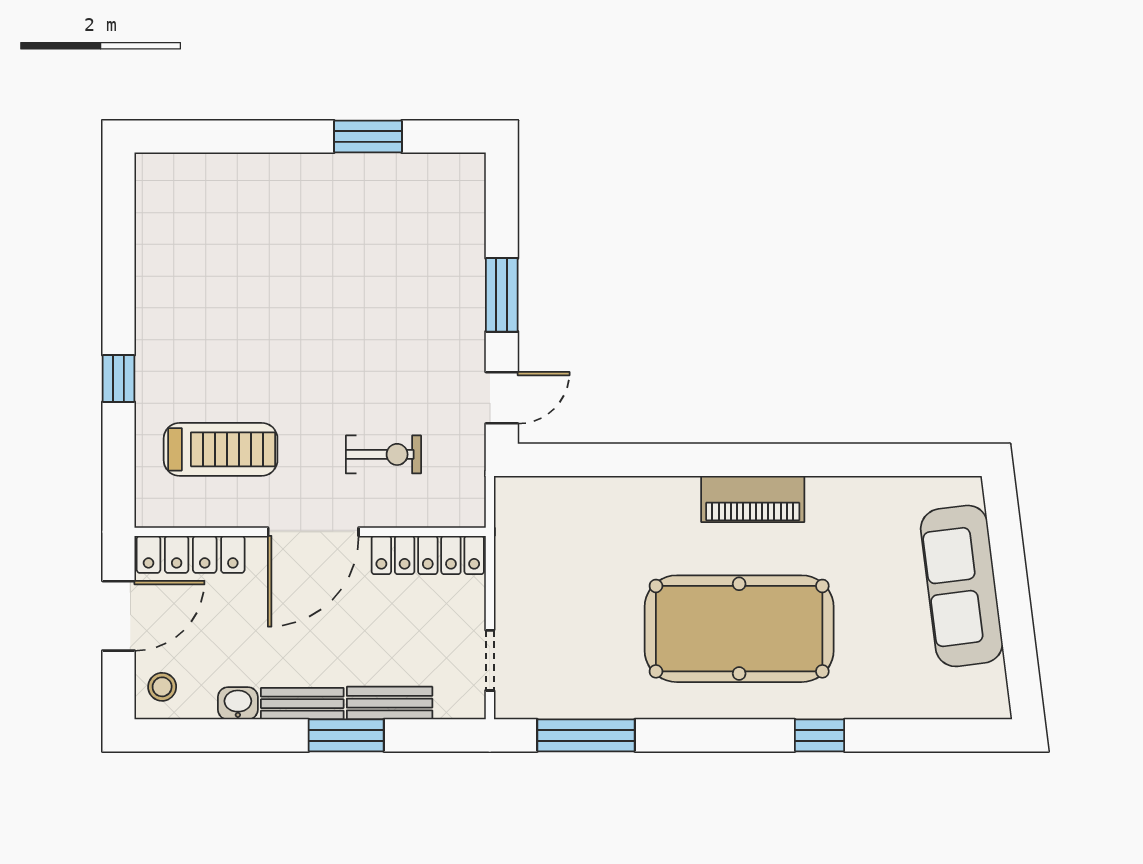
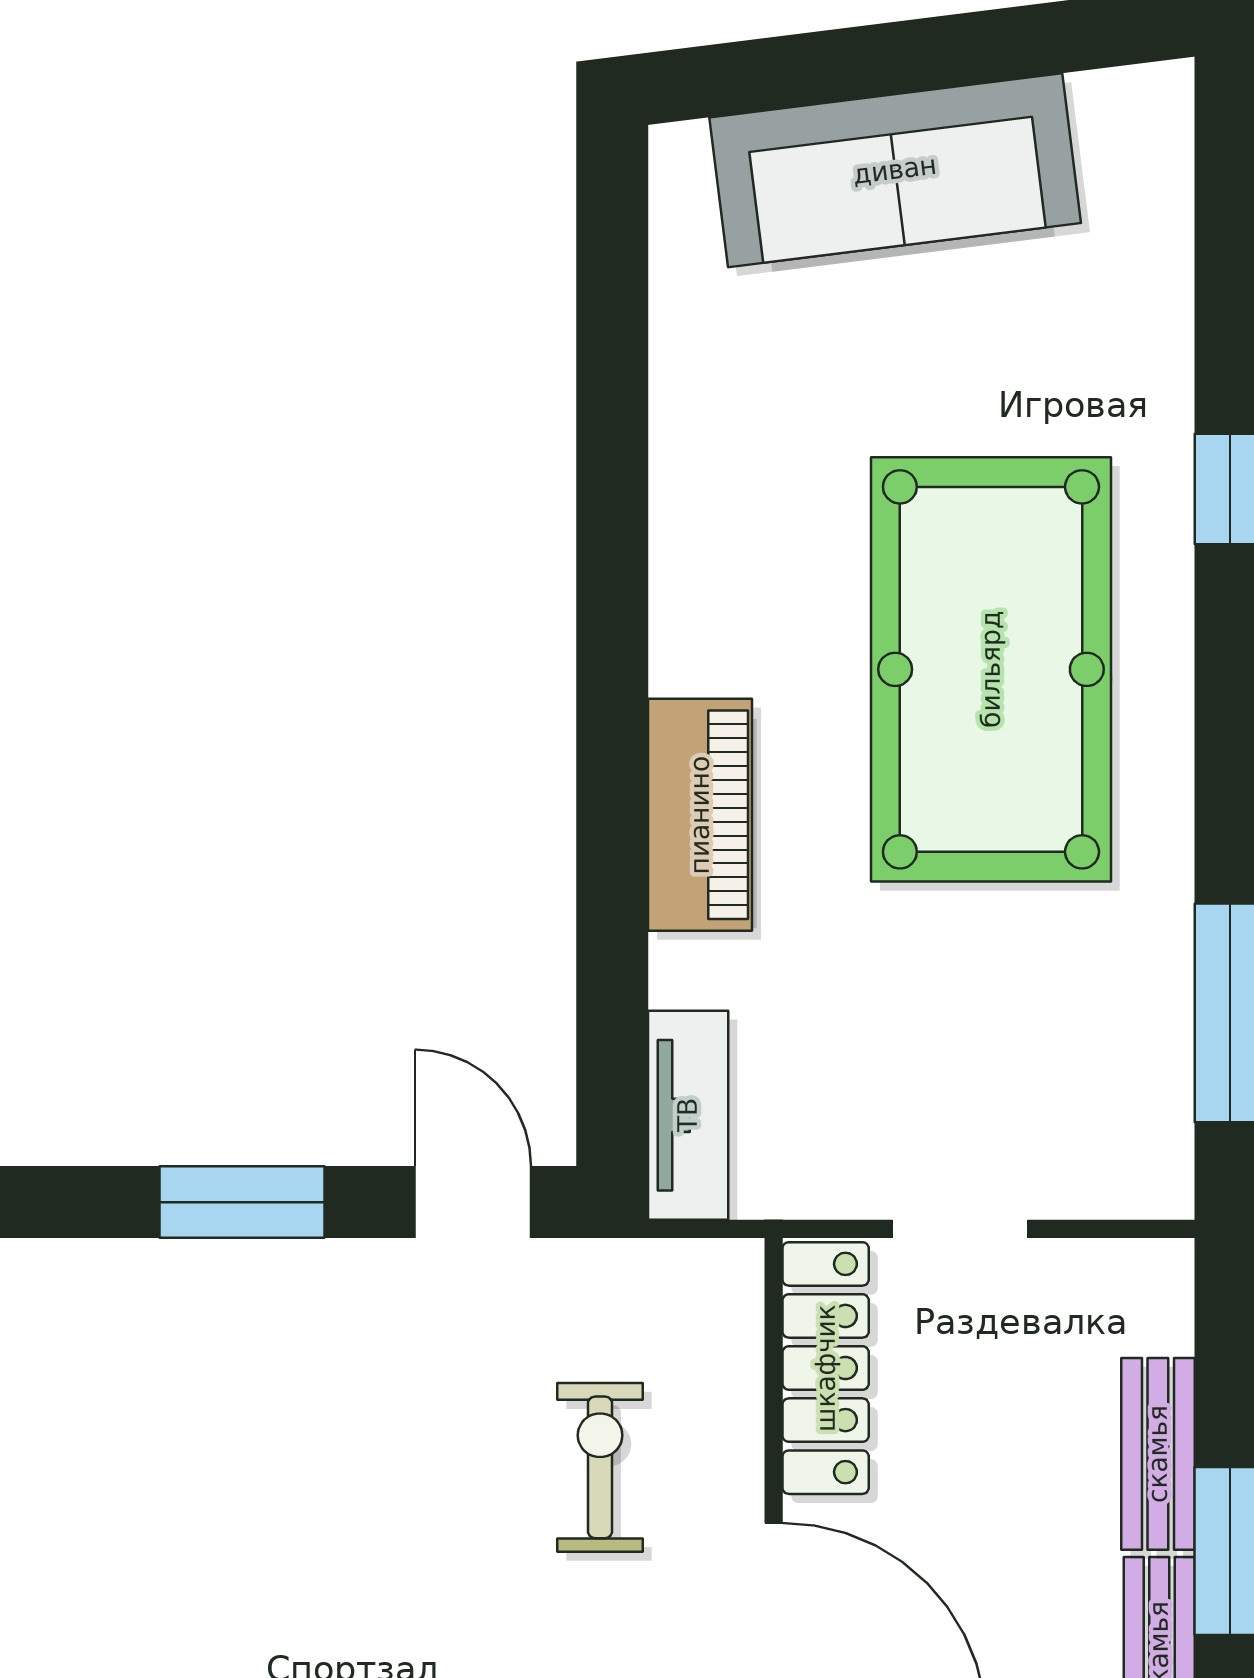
tv unit: (540, 494) -> (688, 1115), added
piano: (753, 499) -> (700, 815), moved
doorway: (490, 660) -> (960, 1229), moved

